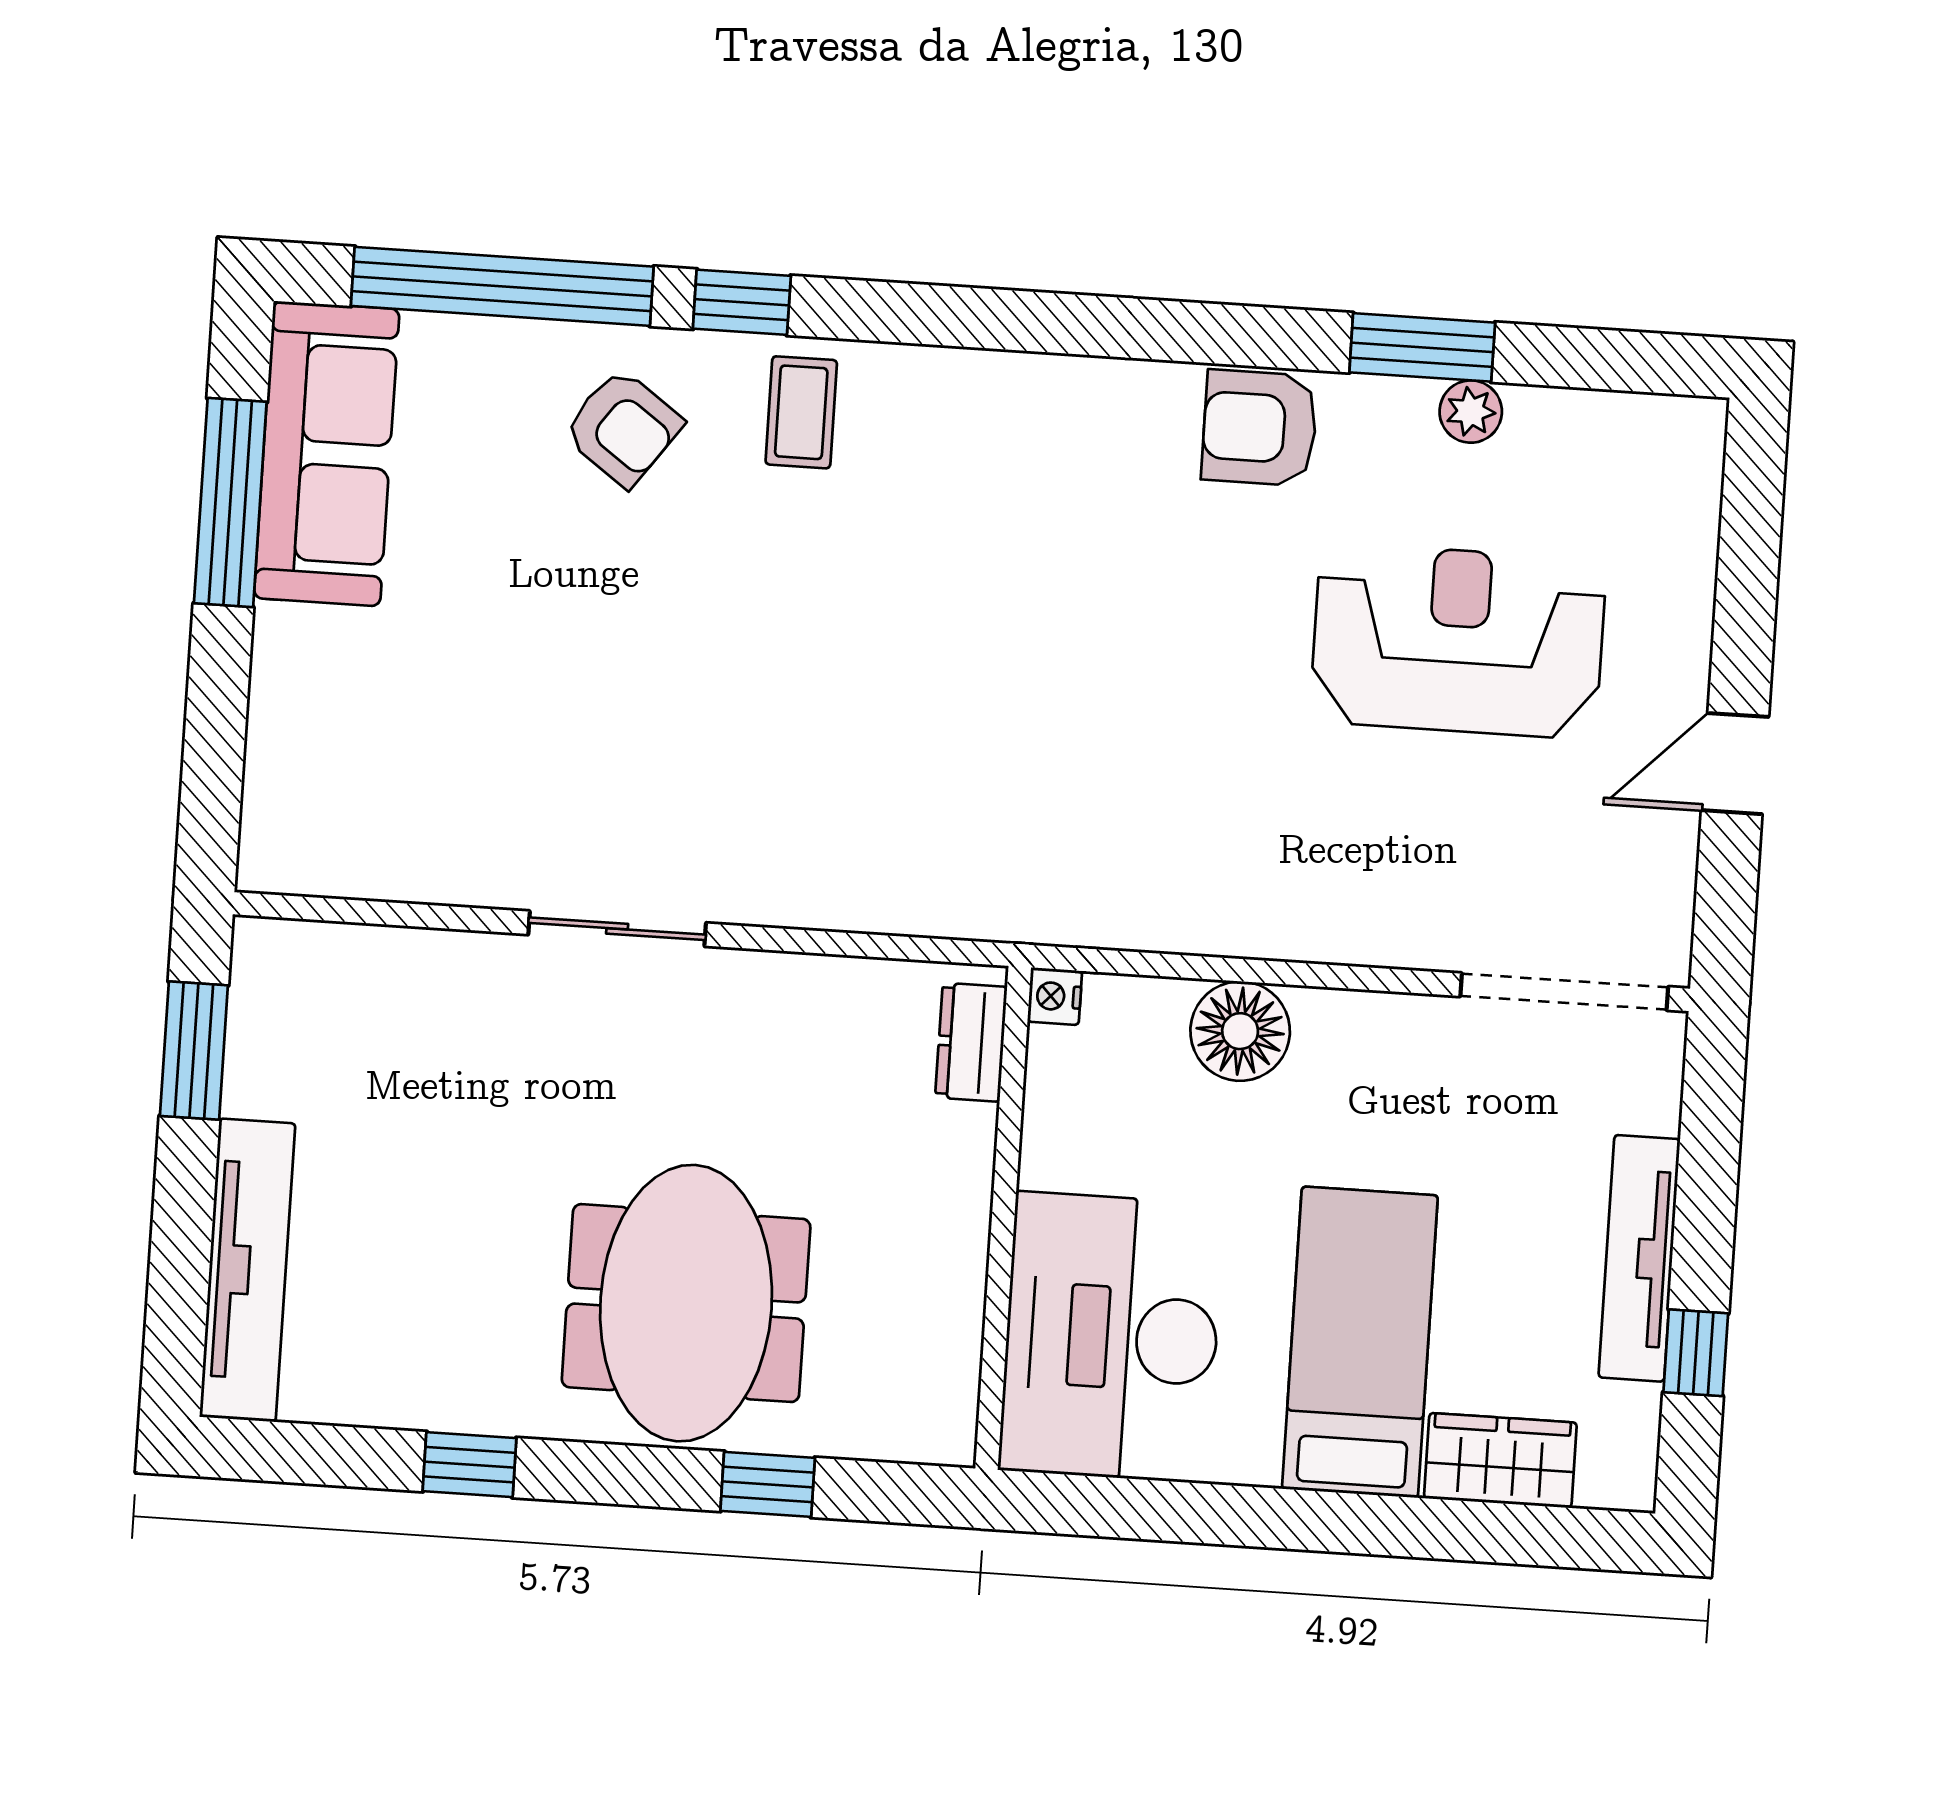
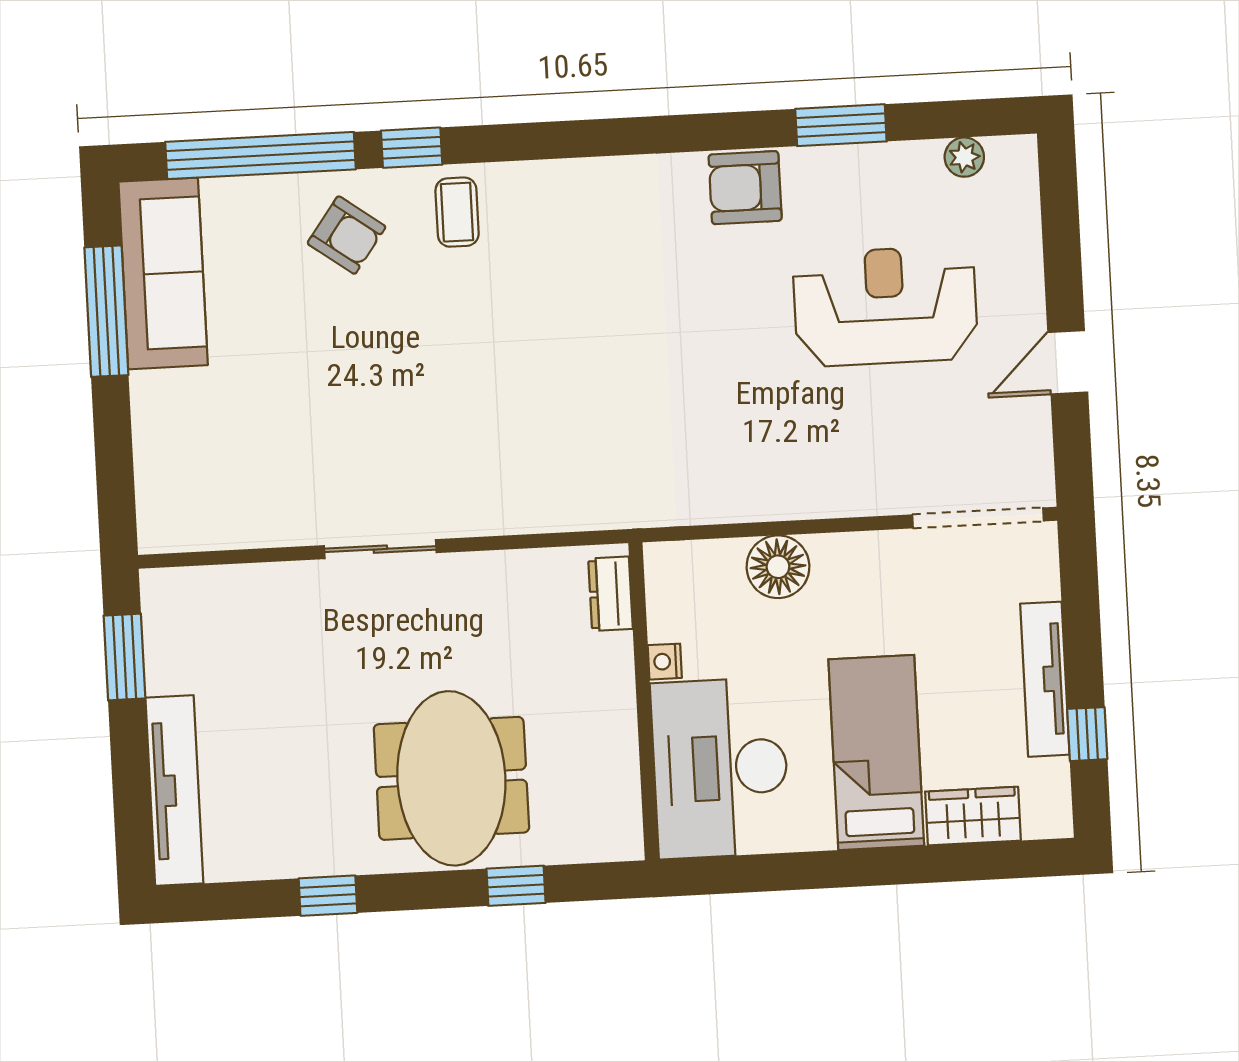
plant: (1471, 412) -> (964, 157), moved
nightstand: (1055, 996) -> (665, 662), moved

